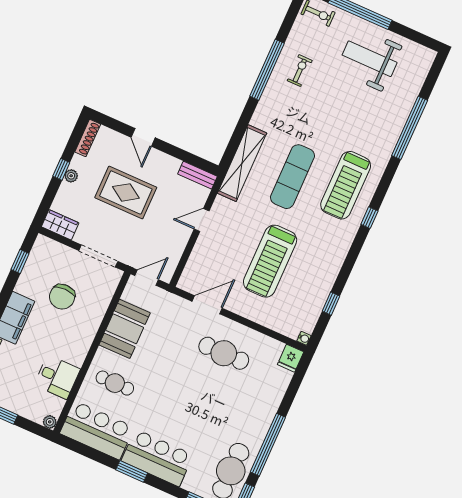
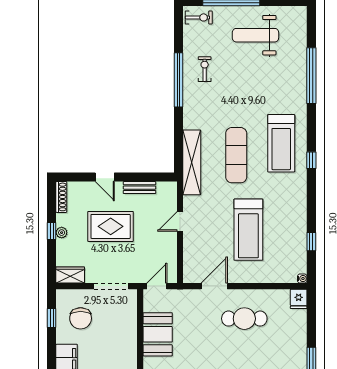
bench: (197, 175) -> (140, 188), moved
chair: (62, 297) -> (81, 318), moved

